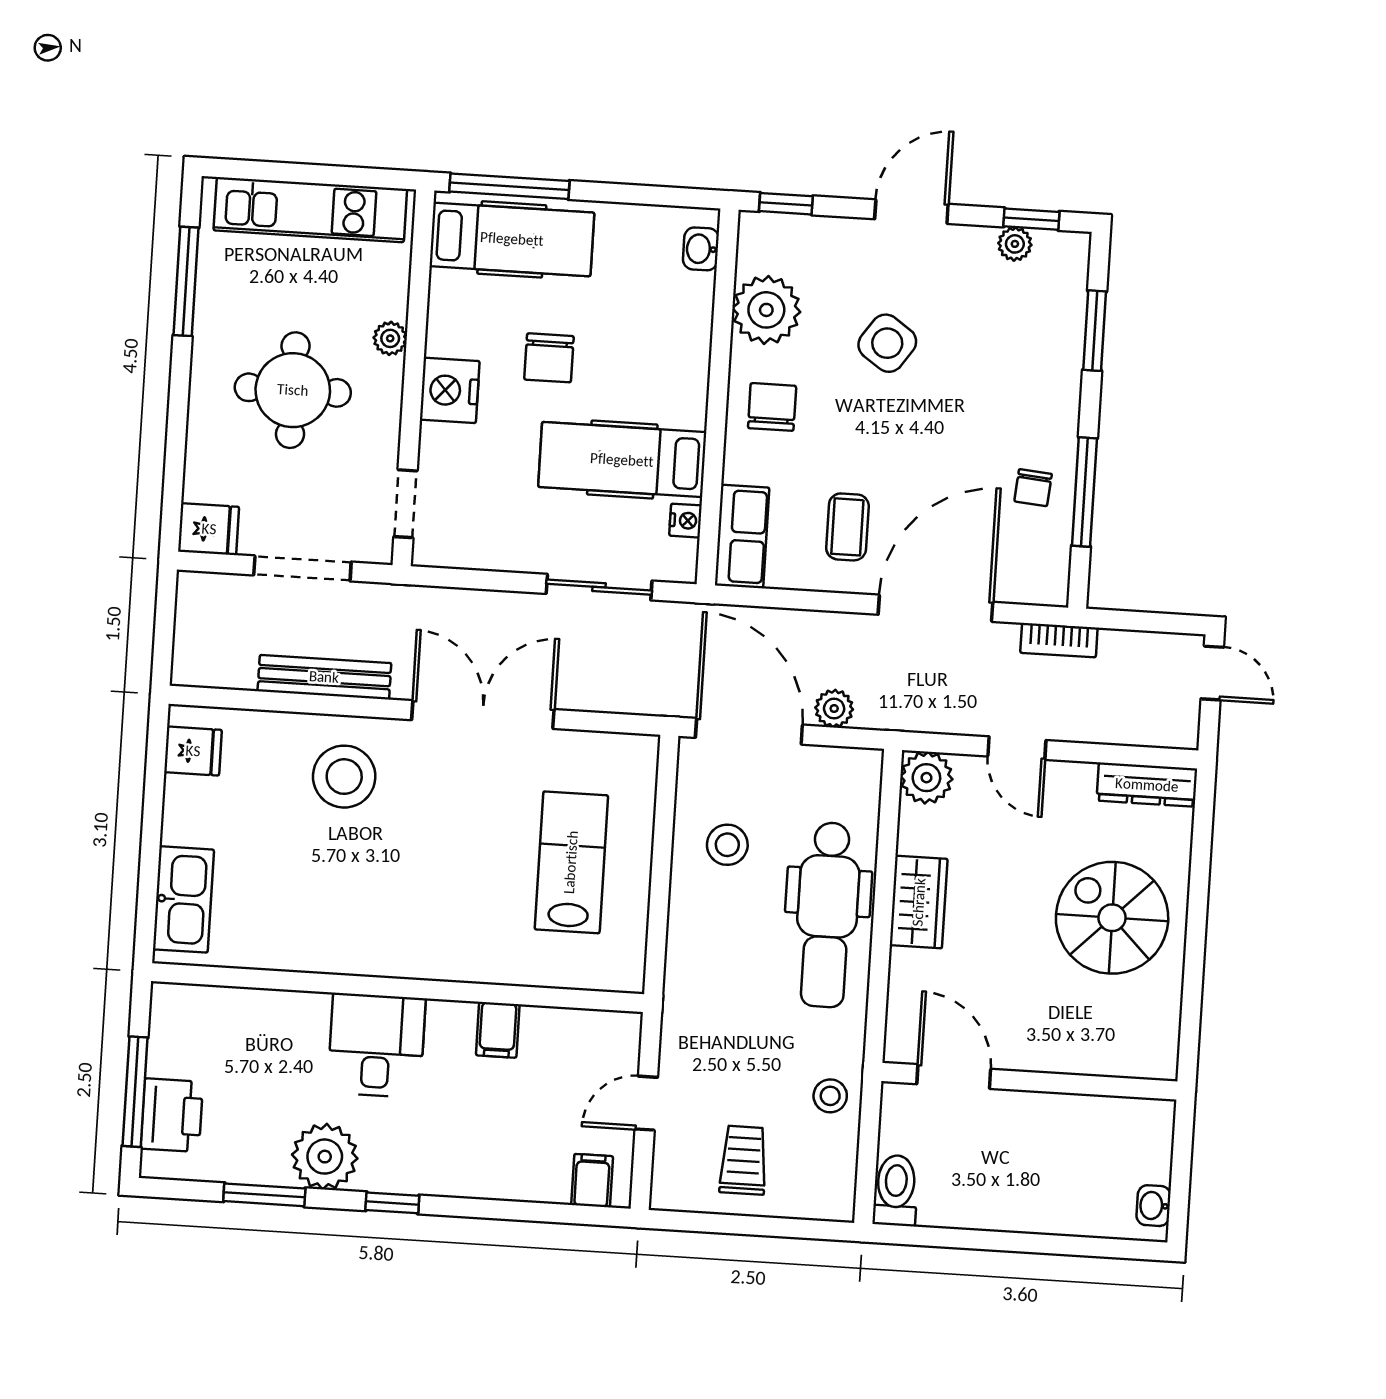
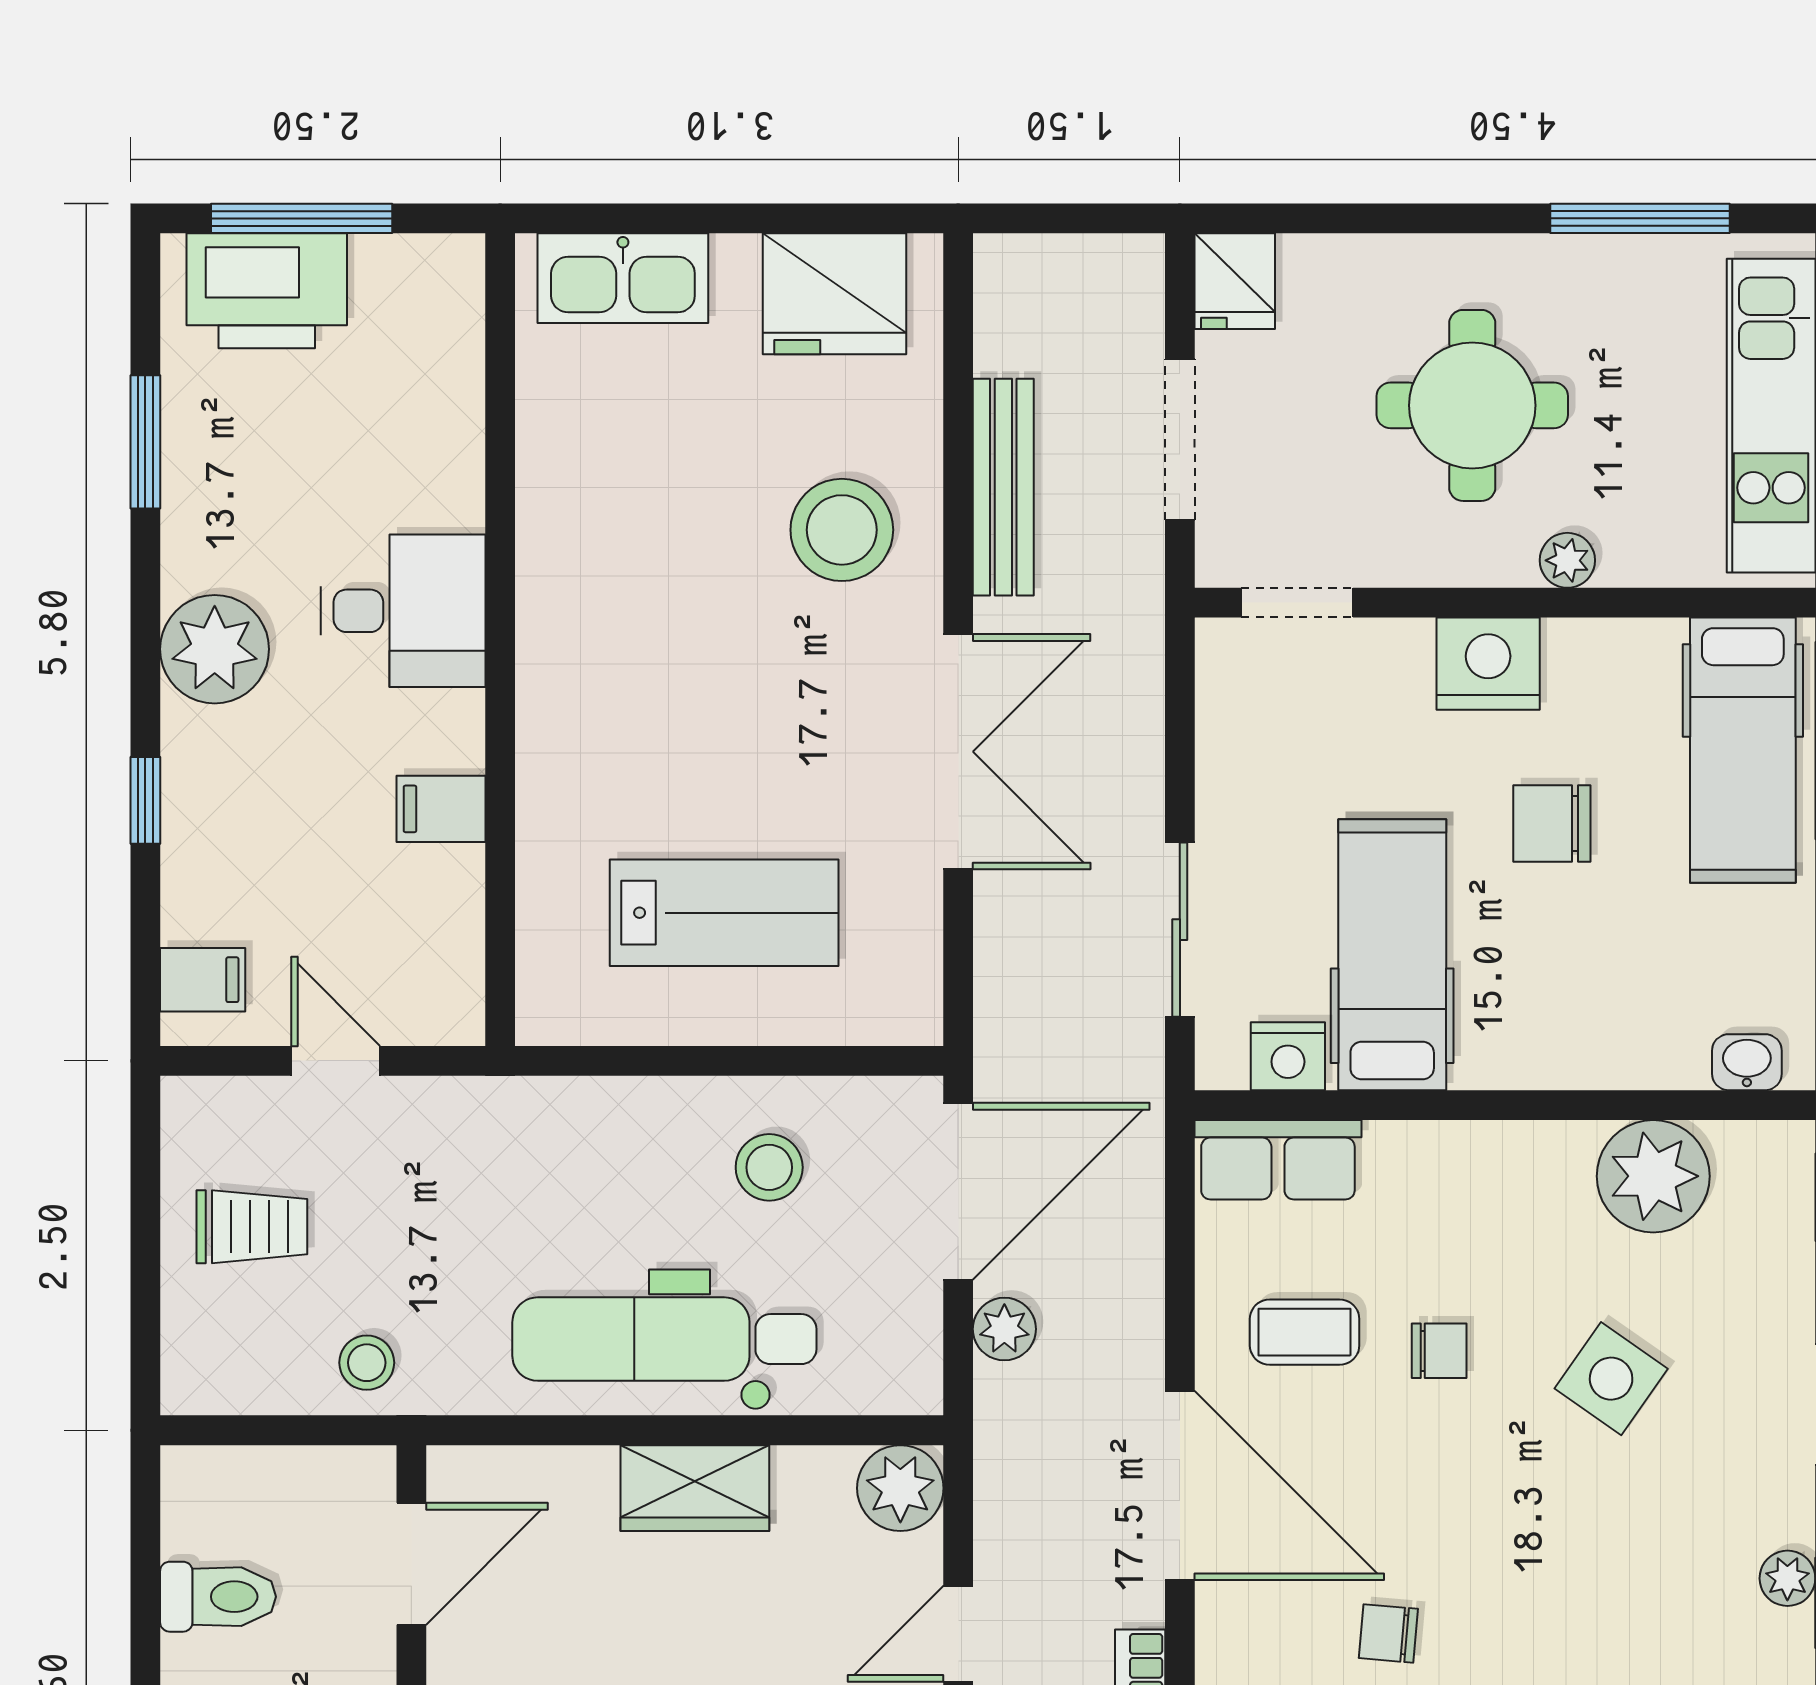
chair: (772, 407) -> (1439, 1351), moved, width x0.73, depth x0.73
nightstand: (686, 521) -> (1288, 1056), width x1.39, depth x1.35
fridge: (193, 751) -> (835, 294), width x1.88, depth x1.34
printer: (172, 1115) -> (267, 291), width x1.37, depth x1.19
plant: (325, 1157) -> (215, 649), moved
toilet: (896, 1190) -> (218, 1597), moved
window: (392, 1203) -> (145, 800), moved

